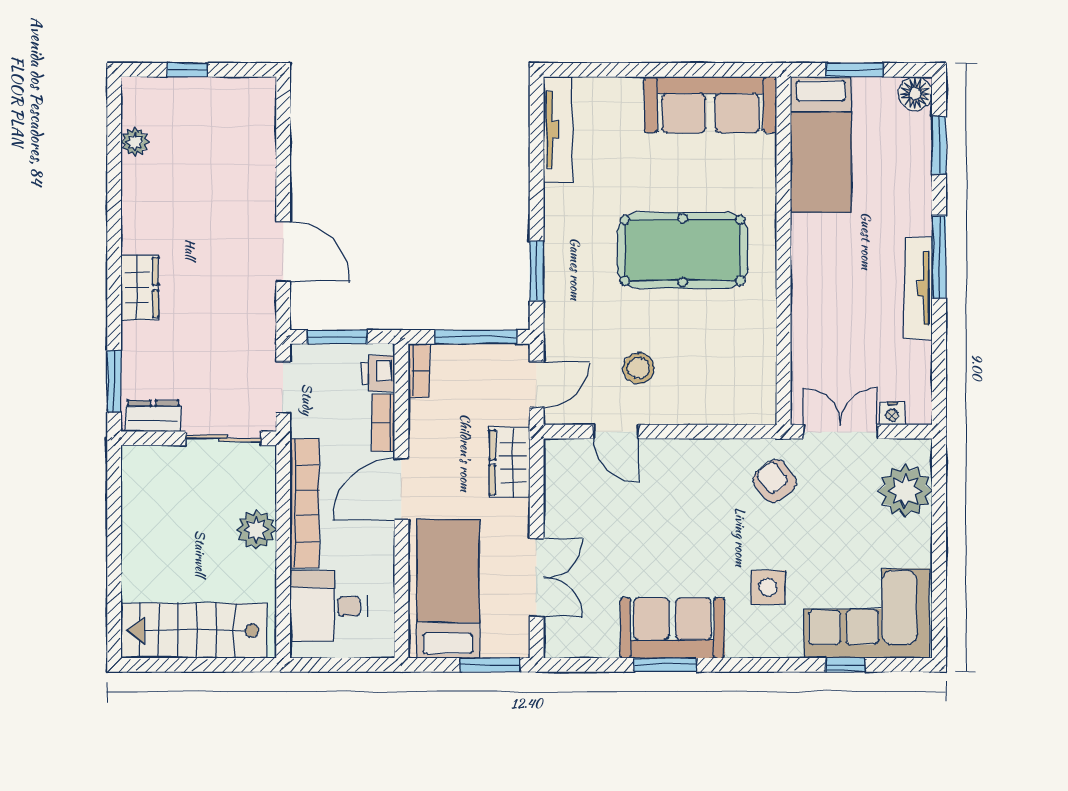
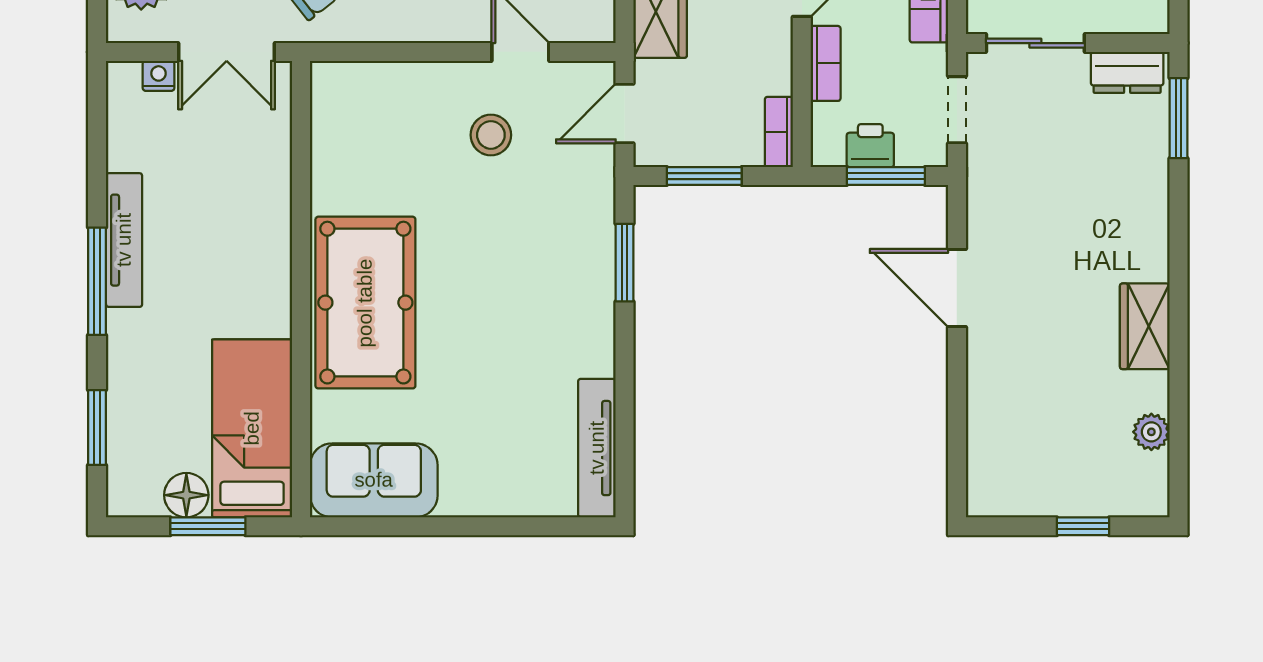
floor lamp: (915, 94) -> (186, 495), moved
sofa: (710, 105) -> (374, 480), width x0.73
pool table: (683, 250) -> (365, 303), moved, turned 90
wardrobe: (140, 288) -> (1145, 326), moved
window: (476, 337) -> (704, 176), width x0.69
printer: (378, 373) -> (870, 146), moved, turned -90

